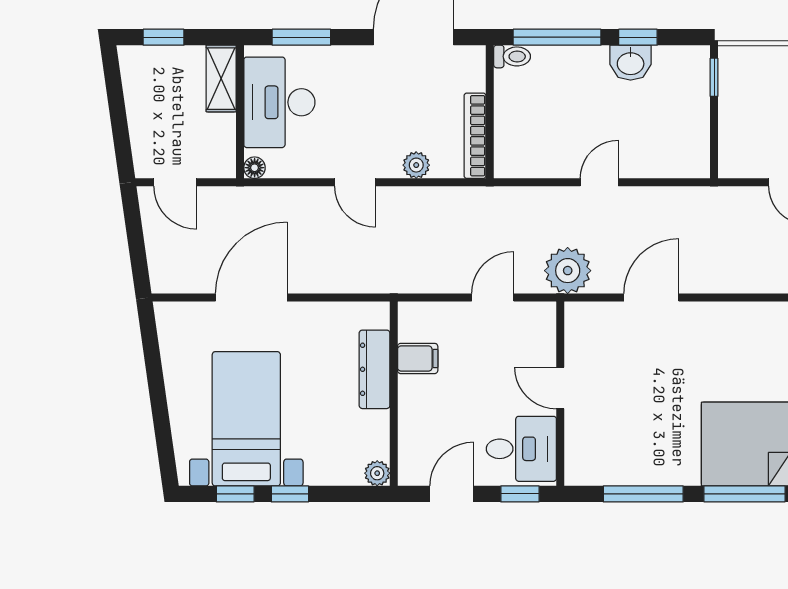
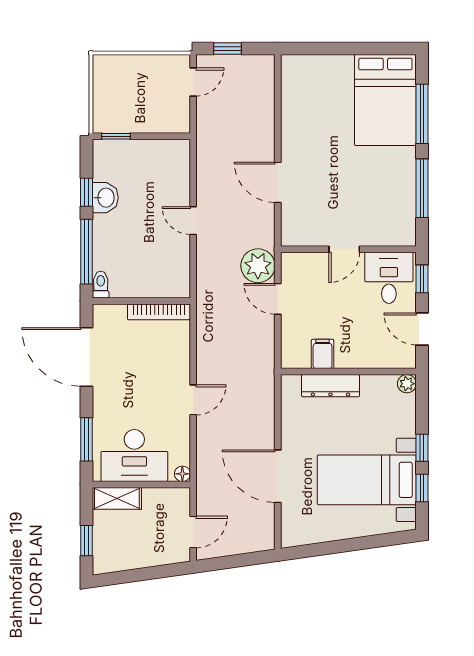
plant: (416, 165) -> (180, 355), removed
plant: (568, 271) -> (258, 266), moved

